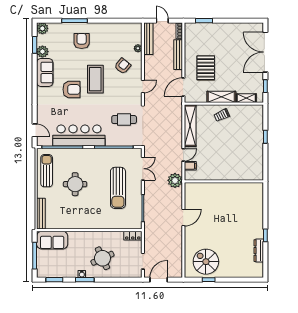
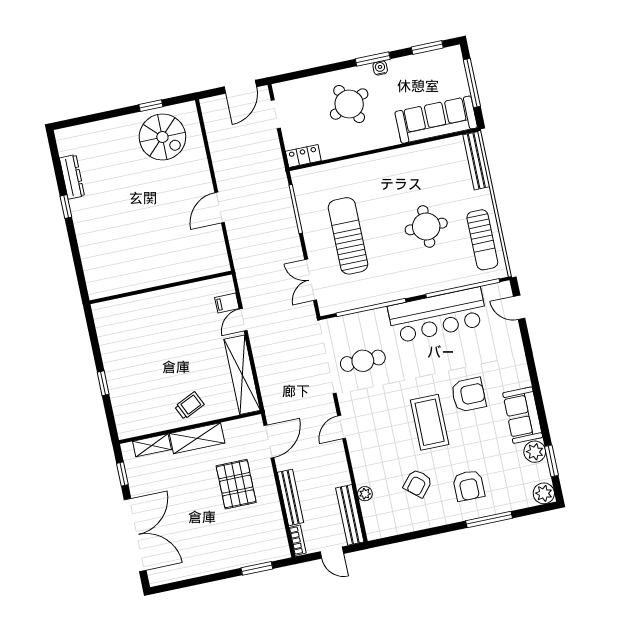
armchair: (123, 66) -> (418, 483), moved
armchair: (71, 89) -> (468, 395), turned 180
plant: (175, 180) -> (249, 271), removed
sofa: (52, 240) -> (436, 120), width x1.36

